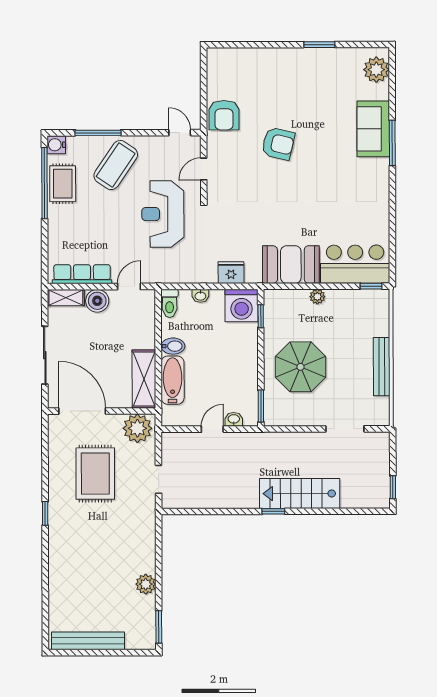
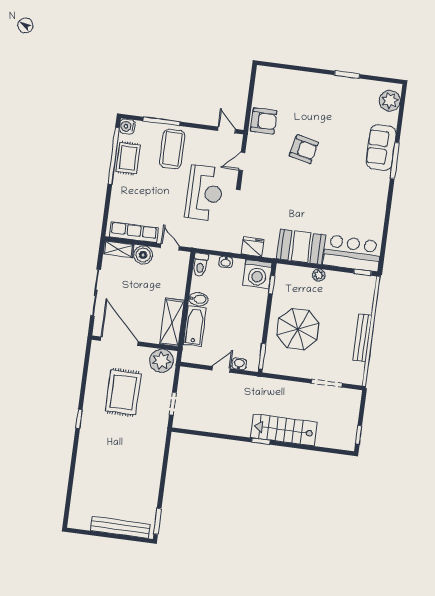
armchair: (224, 115) -> (264, 121), turned -90
coffee table: (116, 165) -> (172, 149), turned -34
reception desk: (163, 214) -> (204, 193), turned 180
door: (129, 286) -> (170, 247), hinge flipped
plant: (146, 584) -> (152, 486), removed
bench: (88, 641) -> (120, 527), moved

